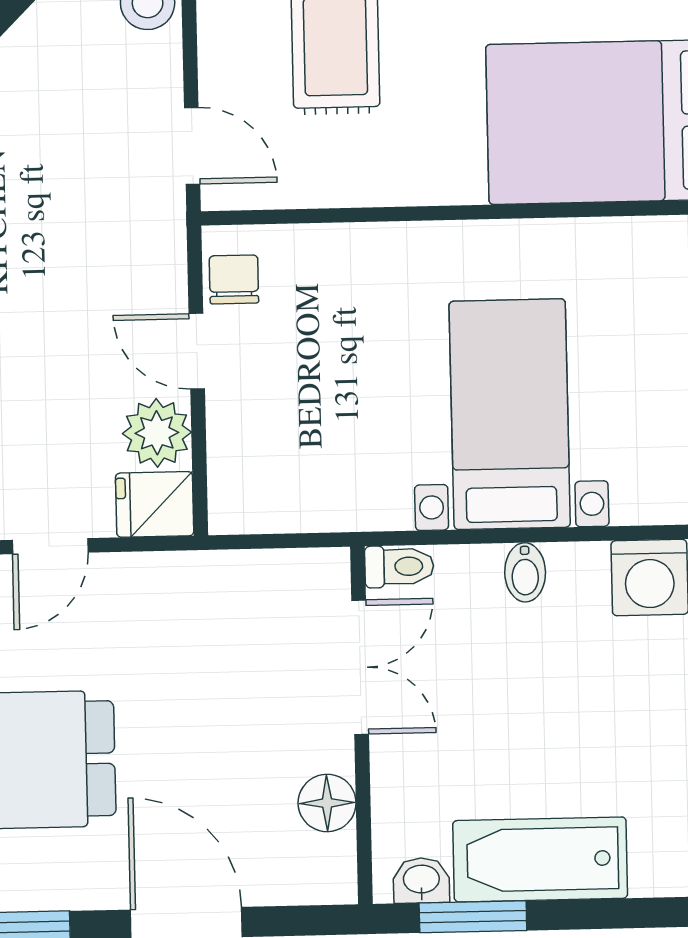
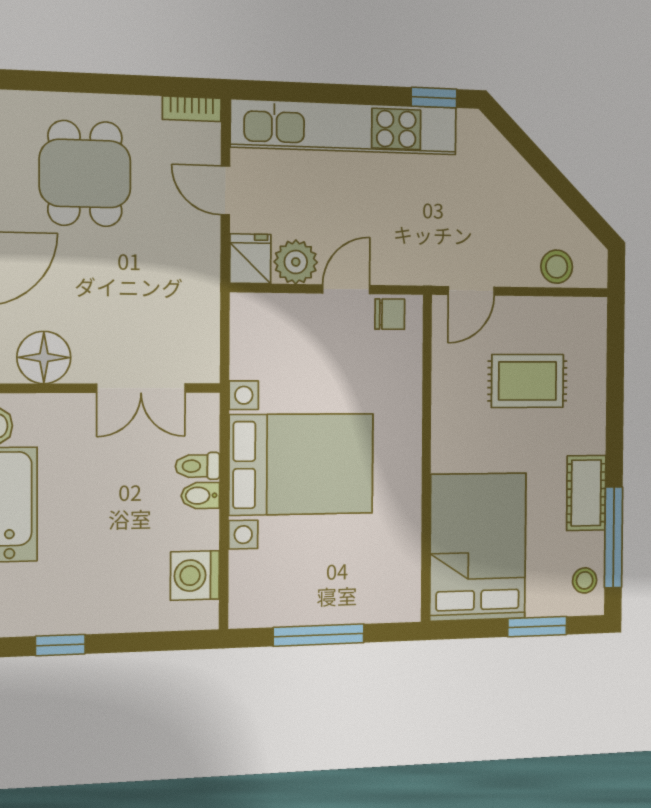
bed with nightstands: (510, 414) -> (301, 464), width x1.36
toilet: (399, 566) -> (198, 466), moved, turned 90
floor lamp: (327, 803) -> (44, 357), width x1.38, depth x1.38

